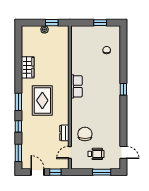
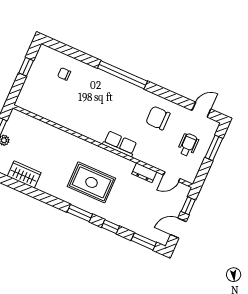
wardrobe: (28, 67) -> (24, 174), moved
row of seats: (76, 86) -> (120, 144), moved
window: (123, 89) -> (122, 75), width x3.17
chair: (85, 134) -> (158, 118), moved
door: (70, 152) -> (172, 177), hinge flipped

